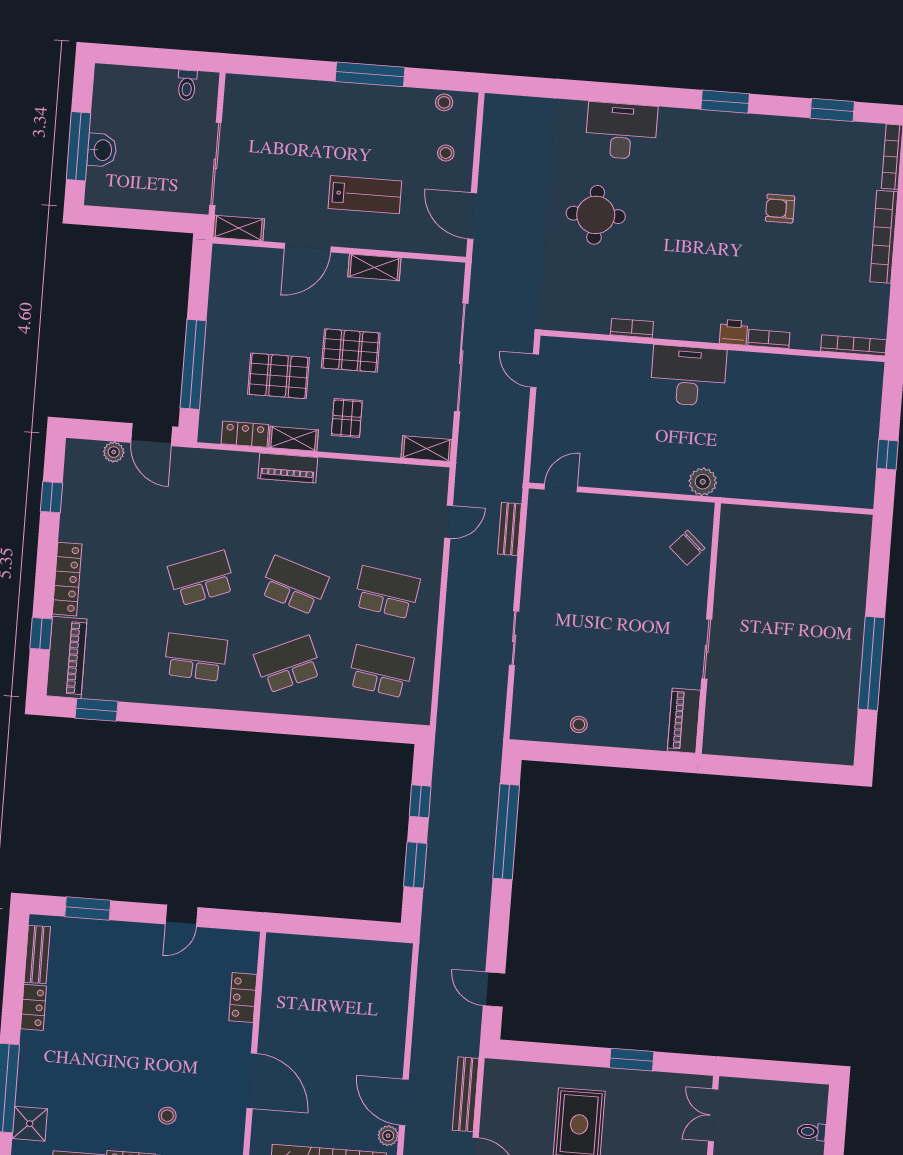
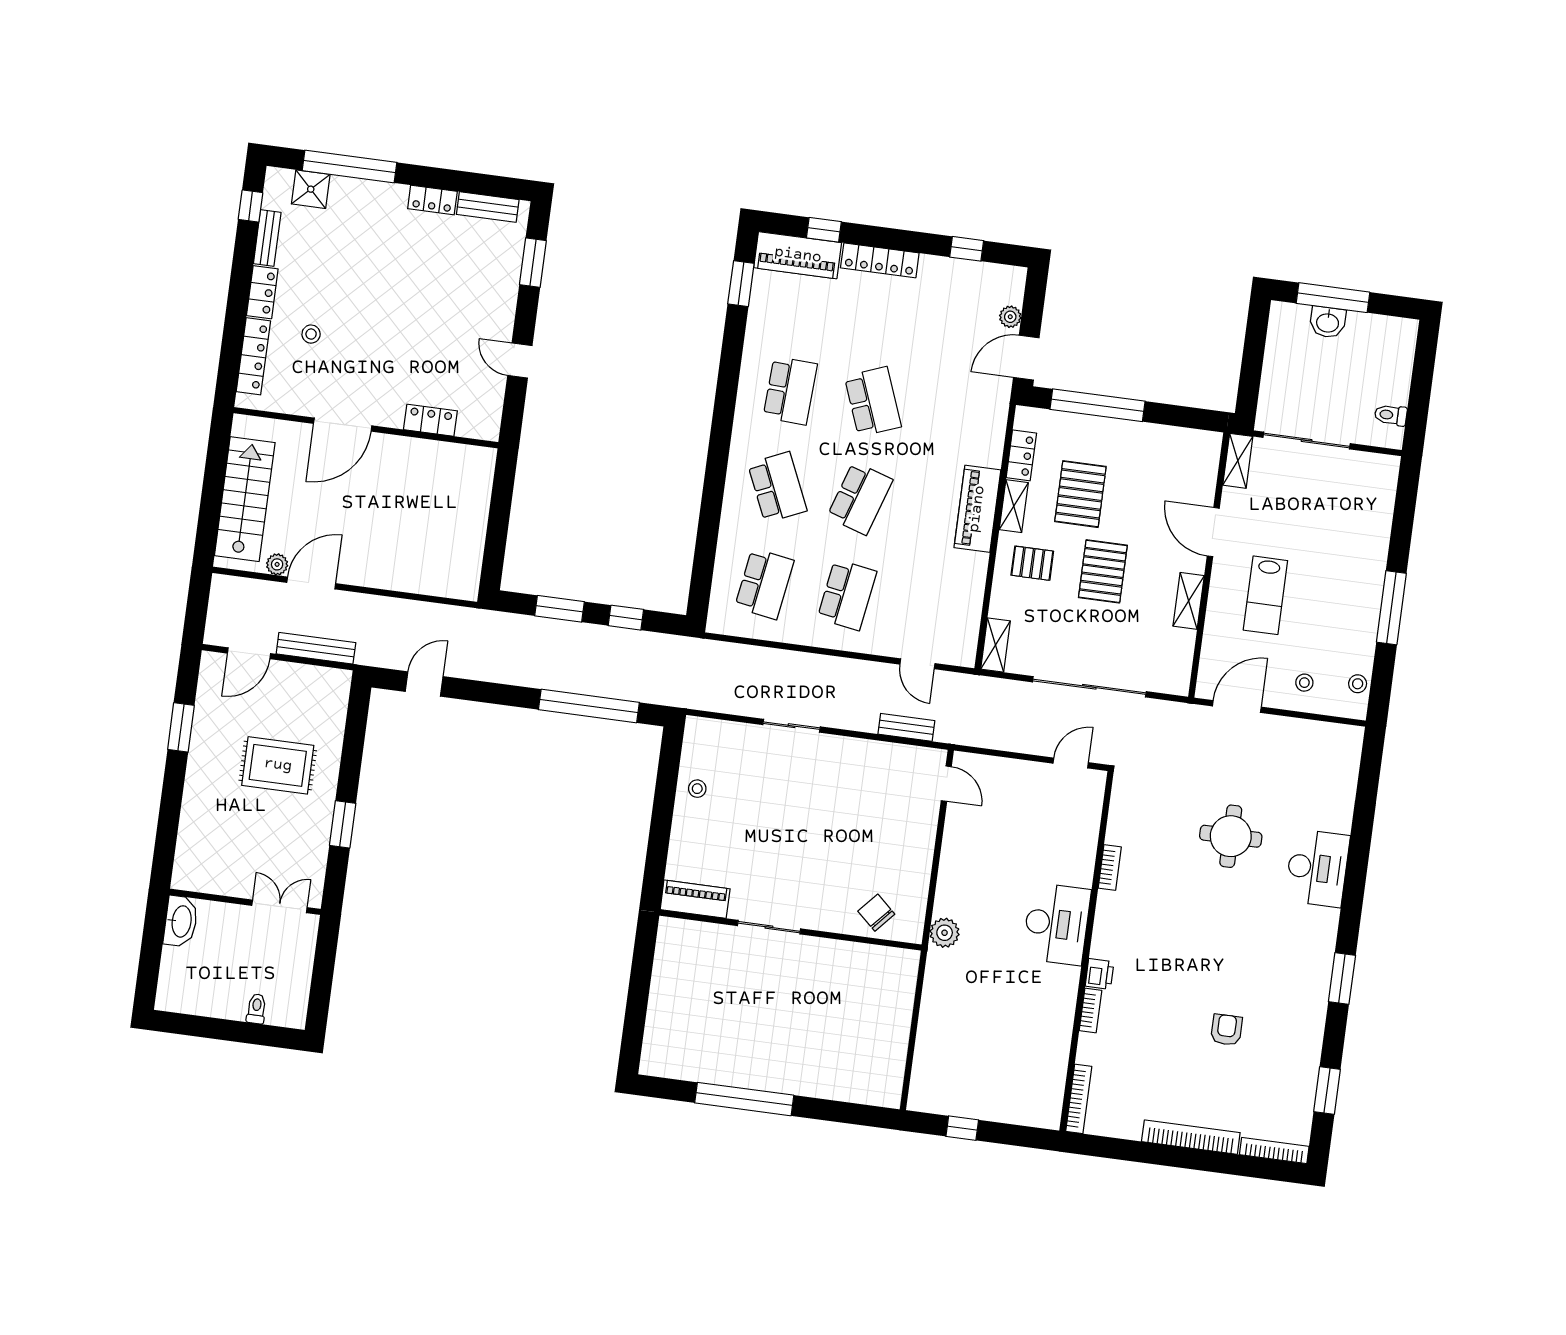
piano: (288, 468) -> (977, 509), width x1.37, depth x1.33

